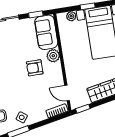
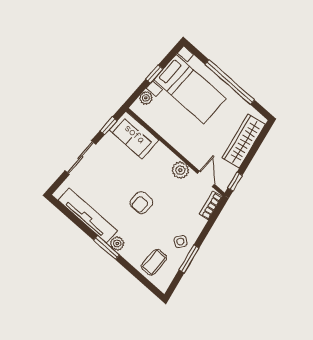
plant: (53, 56) -> (180, 170), moved
armchair: (35, 68) -> (141, 203), moved
door: (67, 93) -> (206, 179), swing flipped

